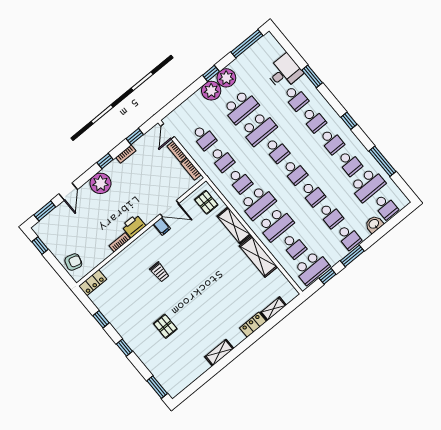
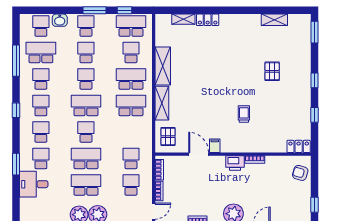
school desk: (295, 172) -> (86, 105), width x1.85
school desk: (240, 181) -> (131, 132), removed
shelving: (219, 353) -> (274, 20), moved

